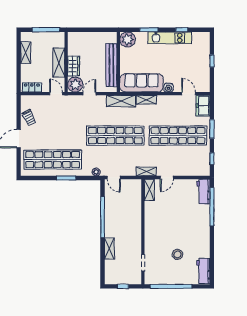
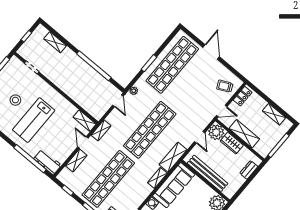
dresser: (83, 37) -> (249, 170), added
trolley: (29, 118) -> (225, 86), moved
shelving: (184, 171) -> (76, 160), added
door: (114, 177) -> (118, 101), swing flipped
lab bench: (181, 228) -> (34, 120), added
shelving: (109, 248) -> (55, 42), moved

